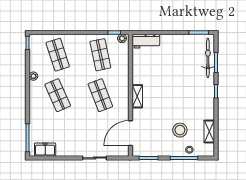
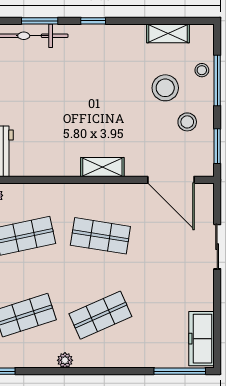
shop shelf: (100, 95) -> (100, 236), turned 30
stool: (162, 142) -> (187, 122), added
freezer: (45, 150) -> (202, 339), width x1.40

